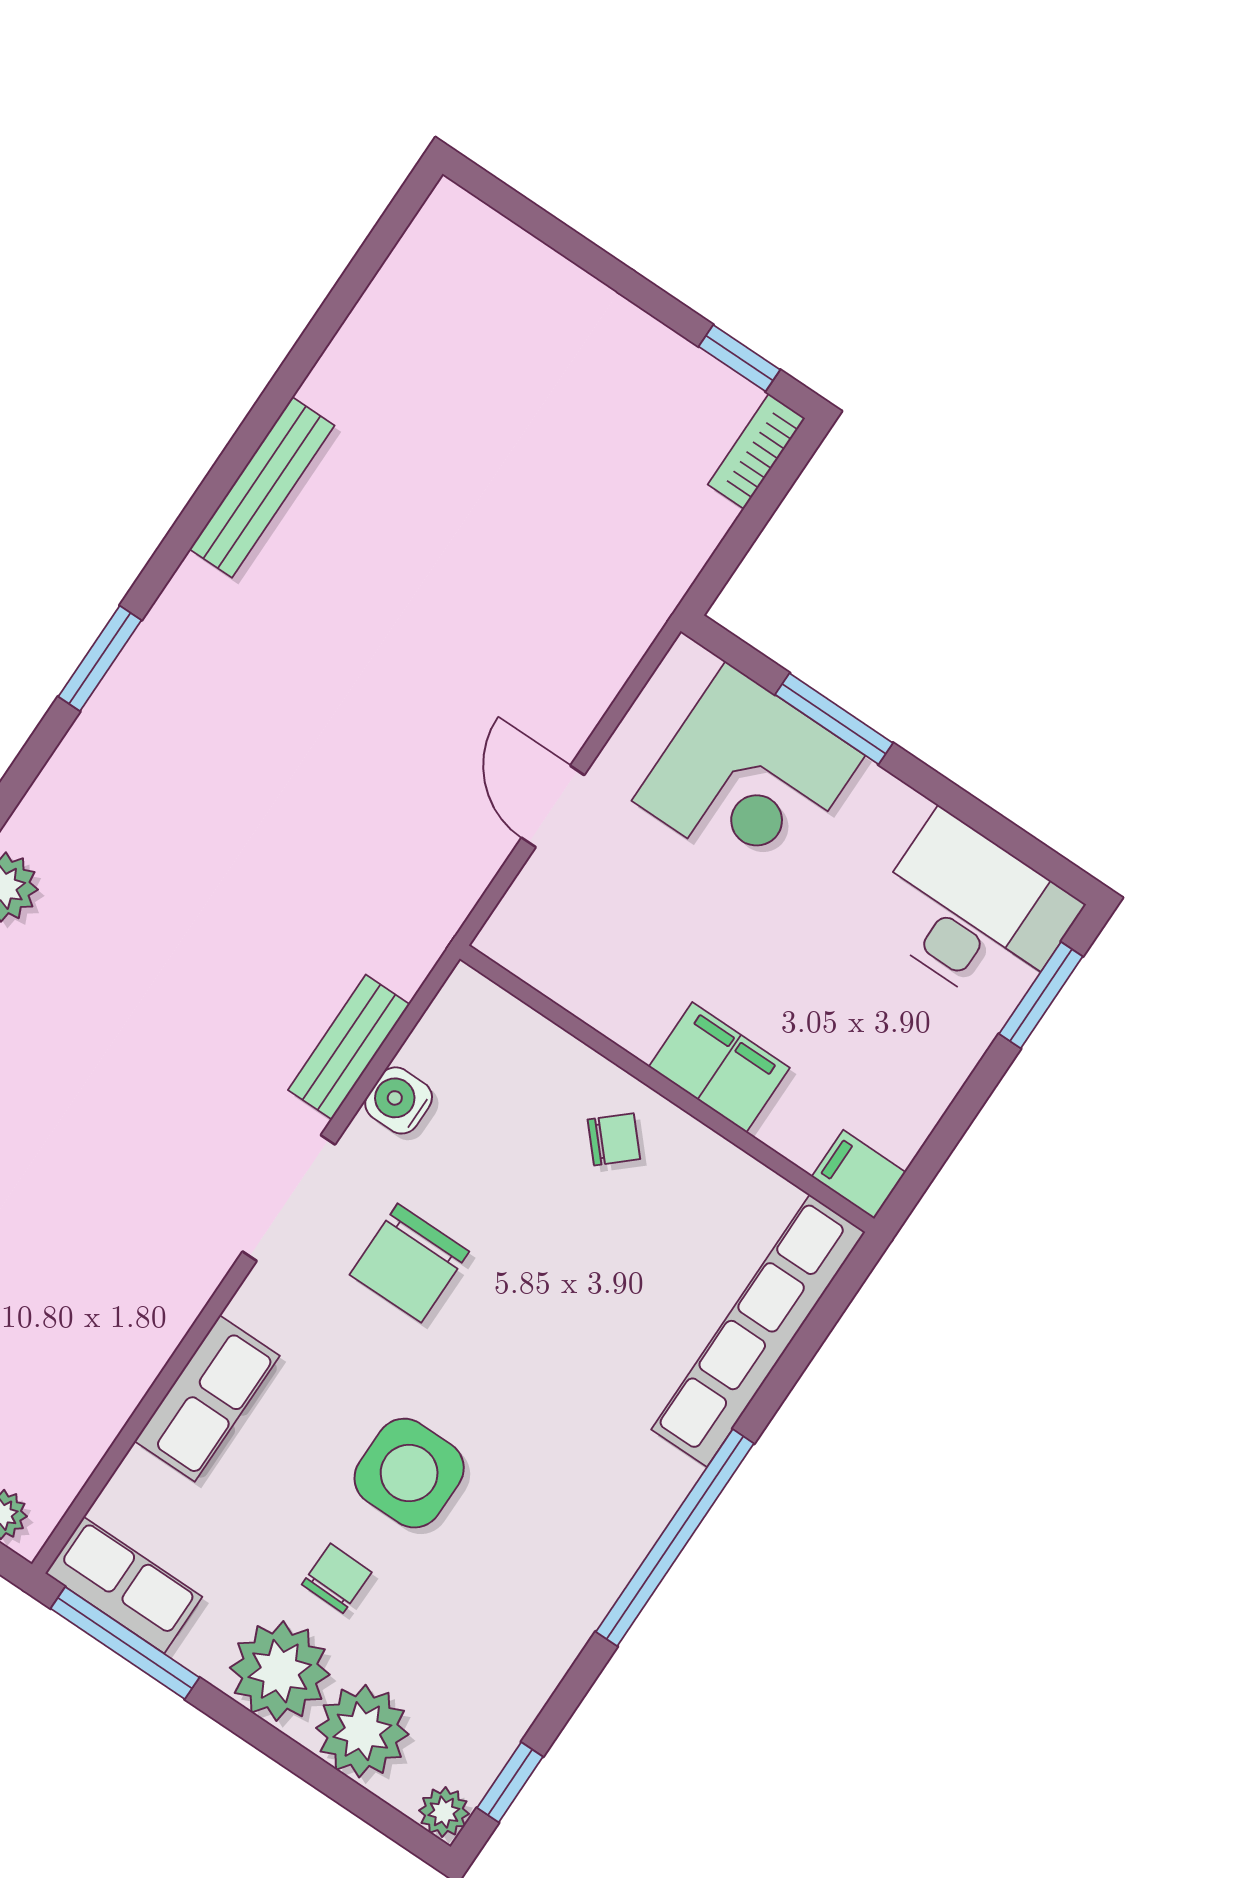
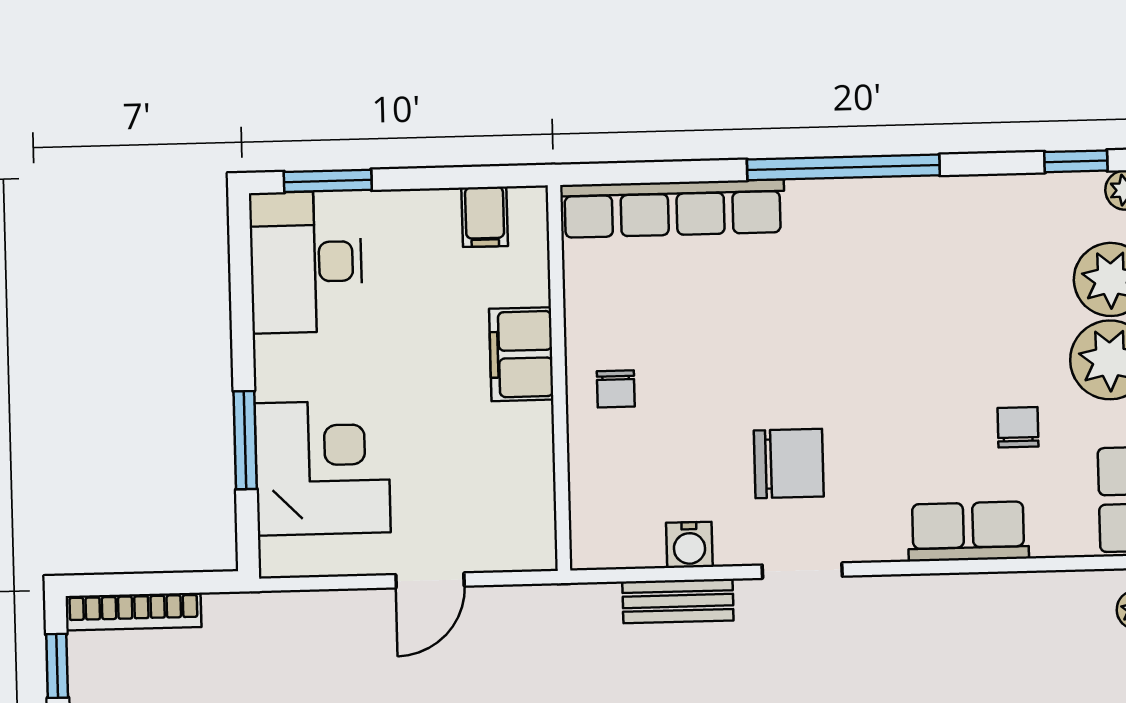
bookcase: (756, 451) -> (133, 612), width x1.56
chair: (614, 1139) -> (616, 389), turned -138
filing cabinet: (859, 1174) -> (485, 217), moved
doorway: (289, 1198) -> (802, 571), width x0.73
side table: (409, 1473) -> (924, 368), removed
chair: (337, 1578) -> (1018, 427), moved, turned 89

